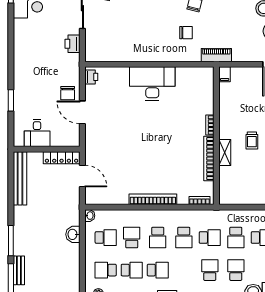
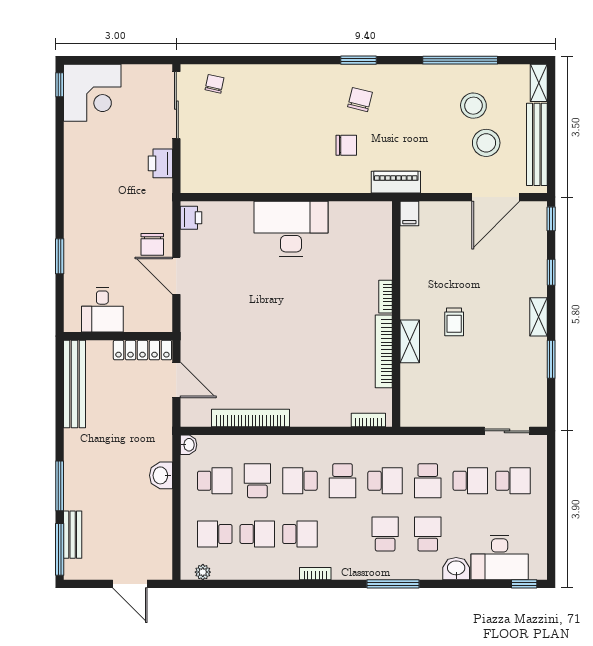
bookcase: (153, 199) -> (251, 418), moved
school desk: (158, 238) -> (300, 481), turned 90

